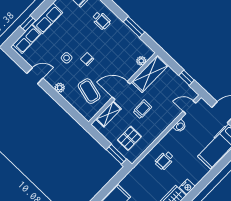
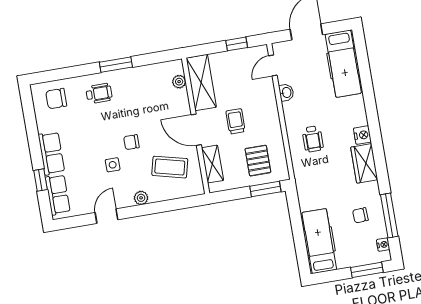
window: (134, 27) -> (116, 65), moved
door: (121, 91) -> (196, 130), hinge flipped

